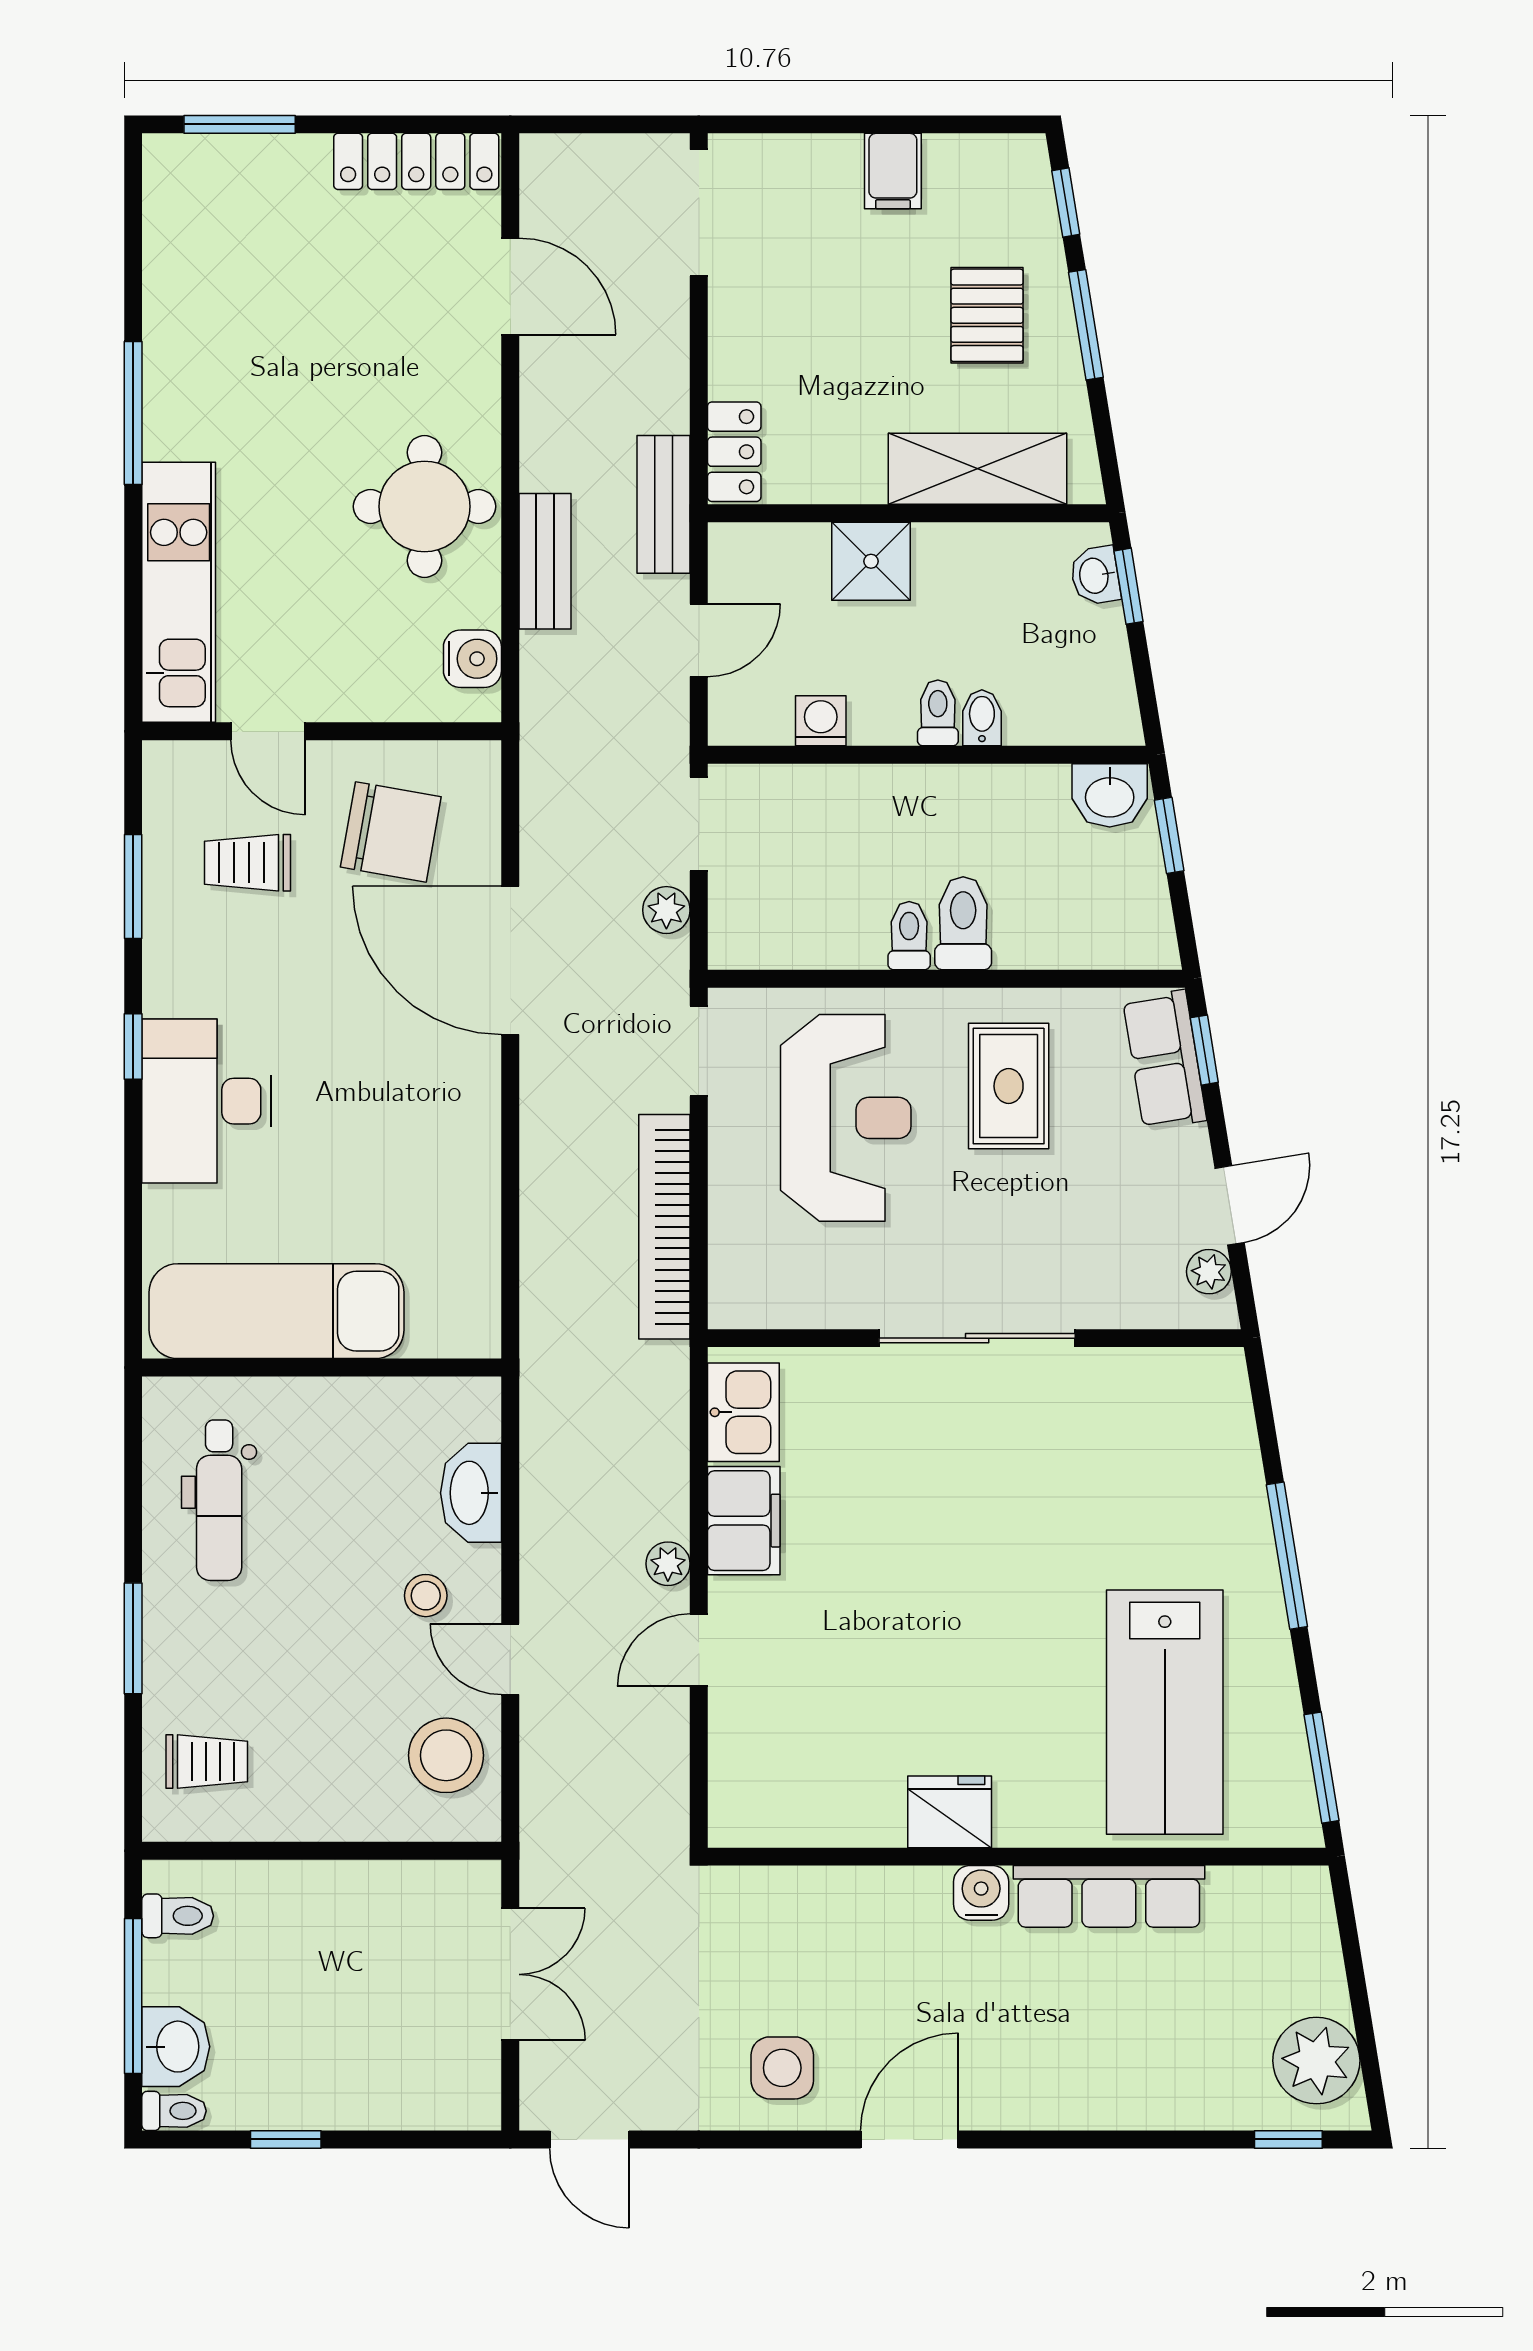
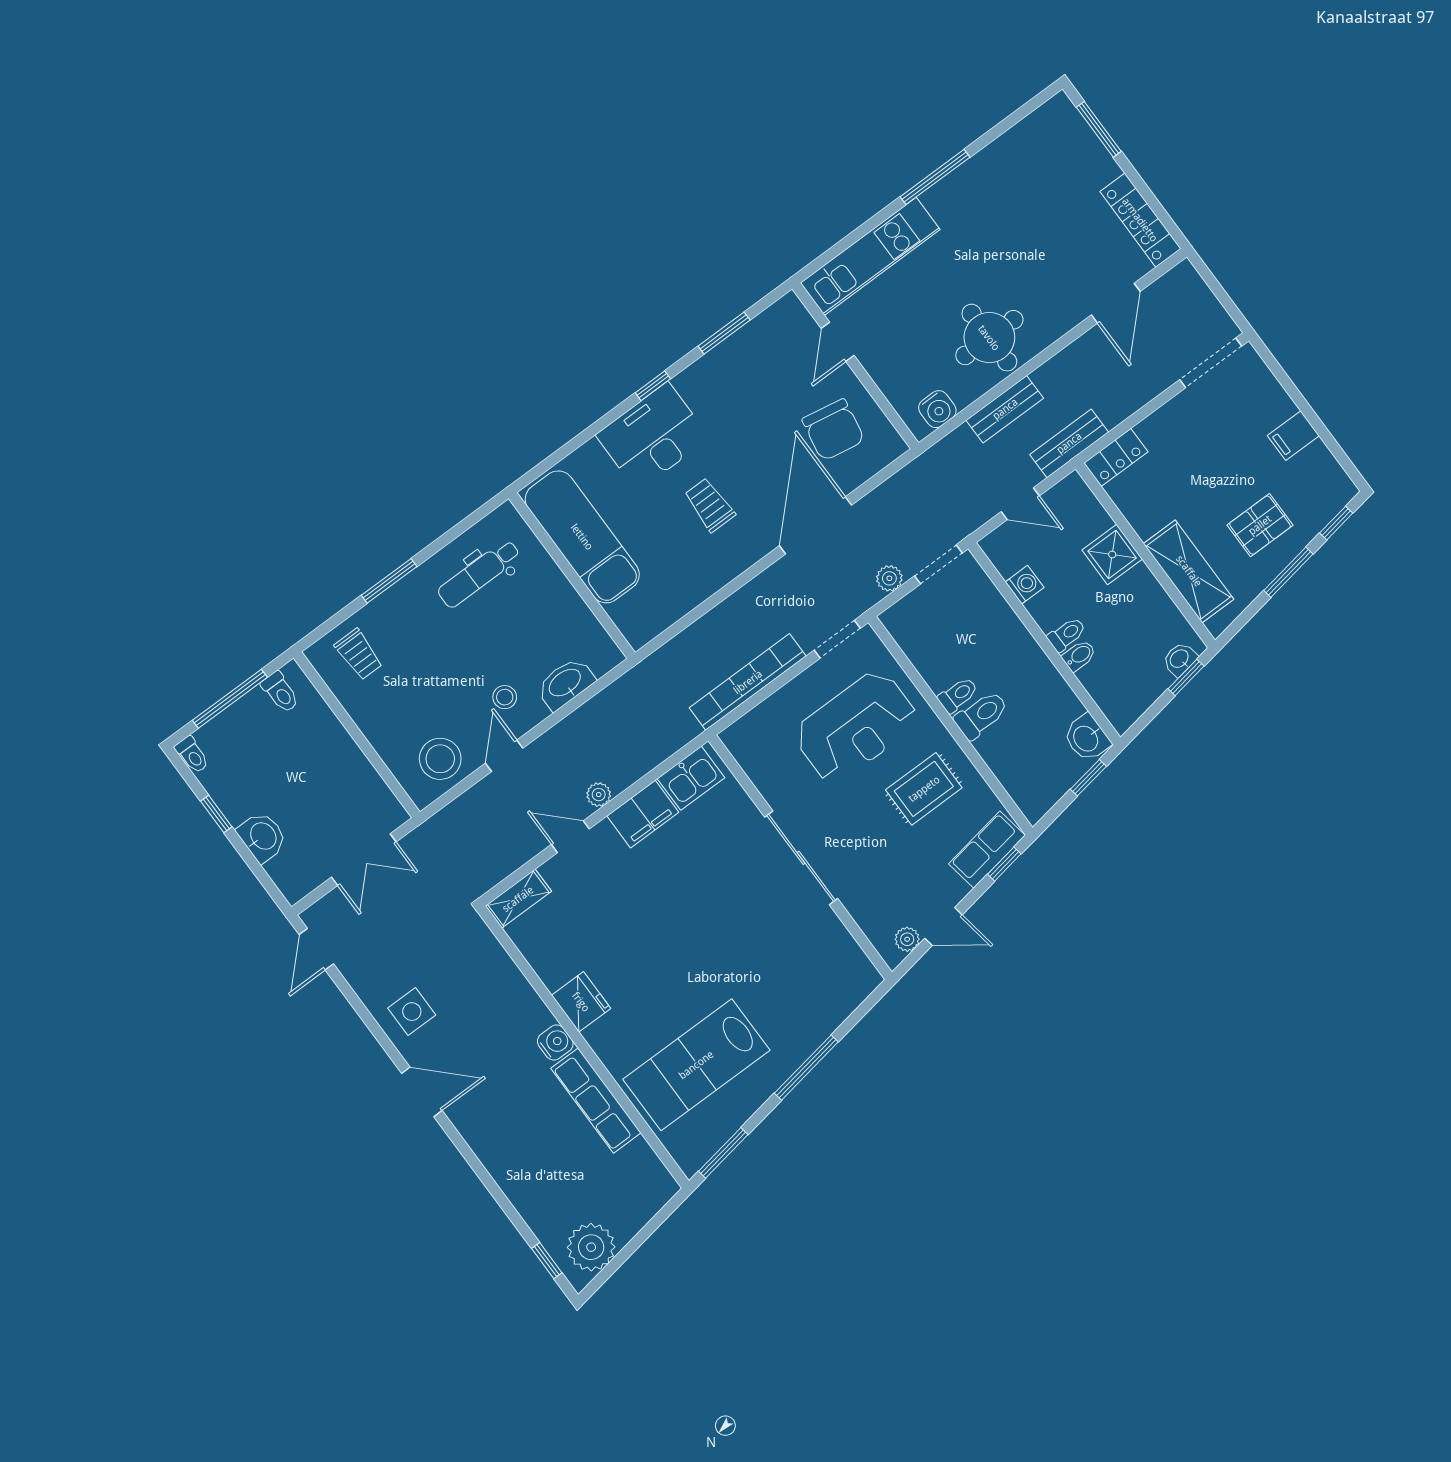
trolley: (247, 863) -> (710, 505), moved
shelving: (733, 1792) -> (518, 899), added
washbasin: (176, 2047) -> (262, 837), moved, turned -90

